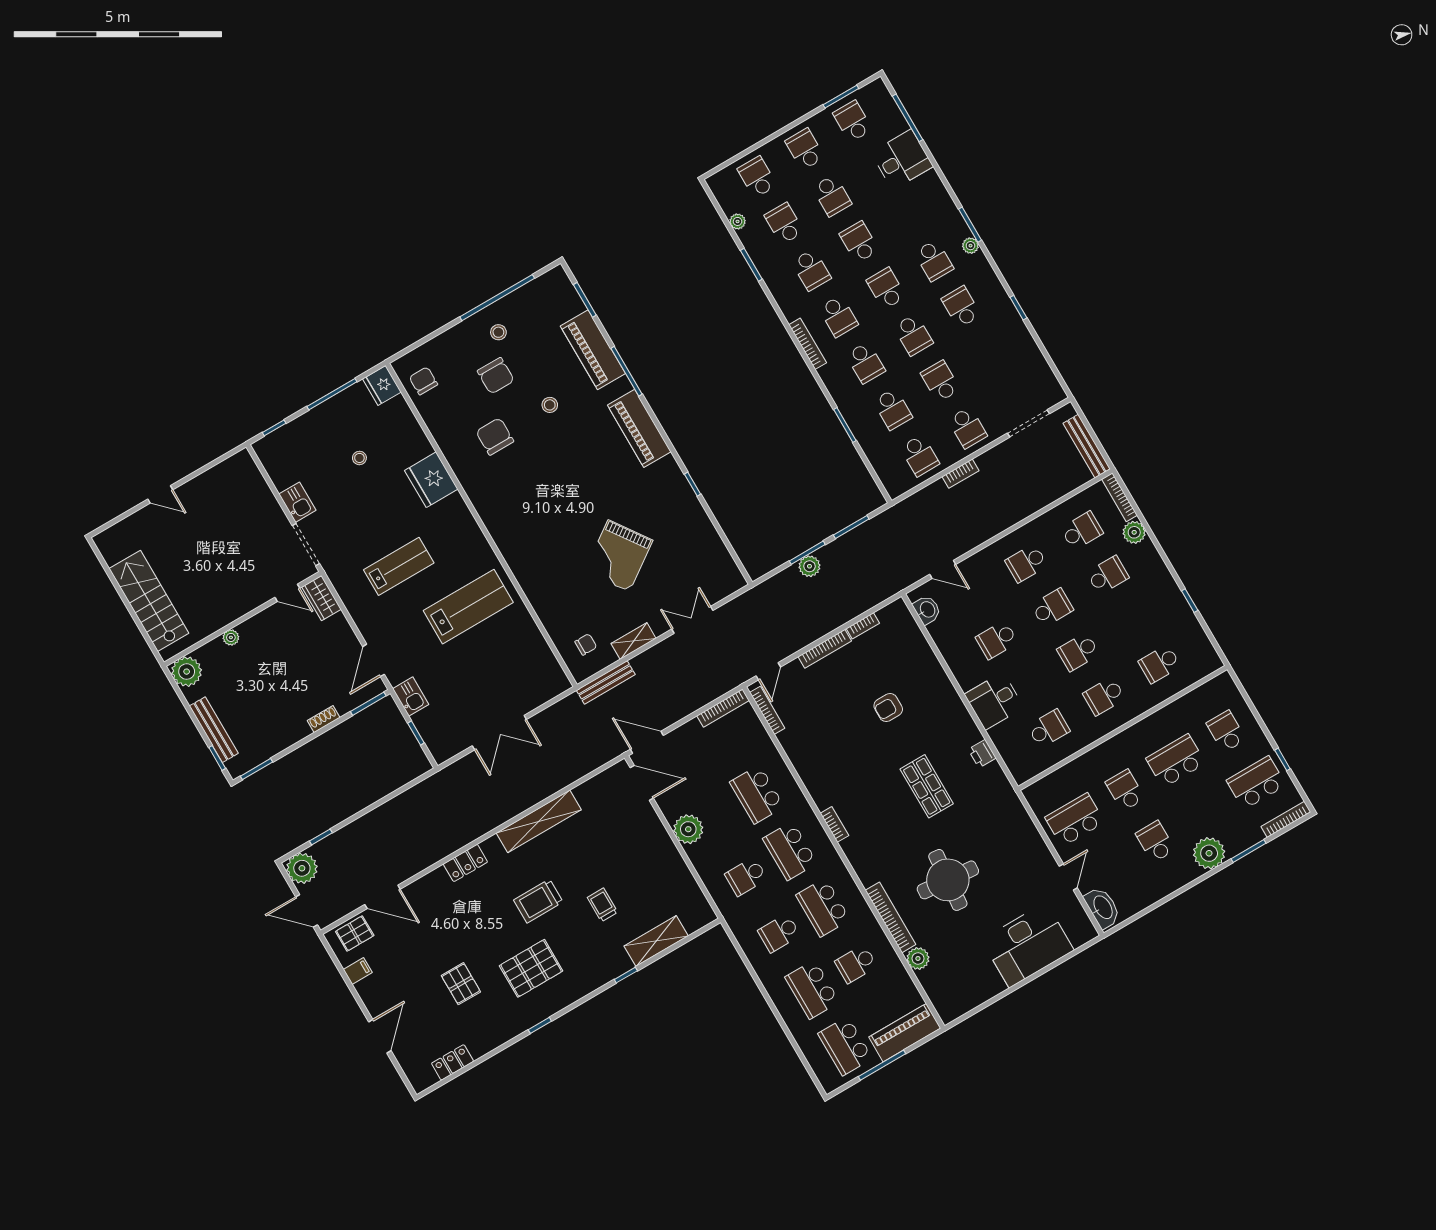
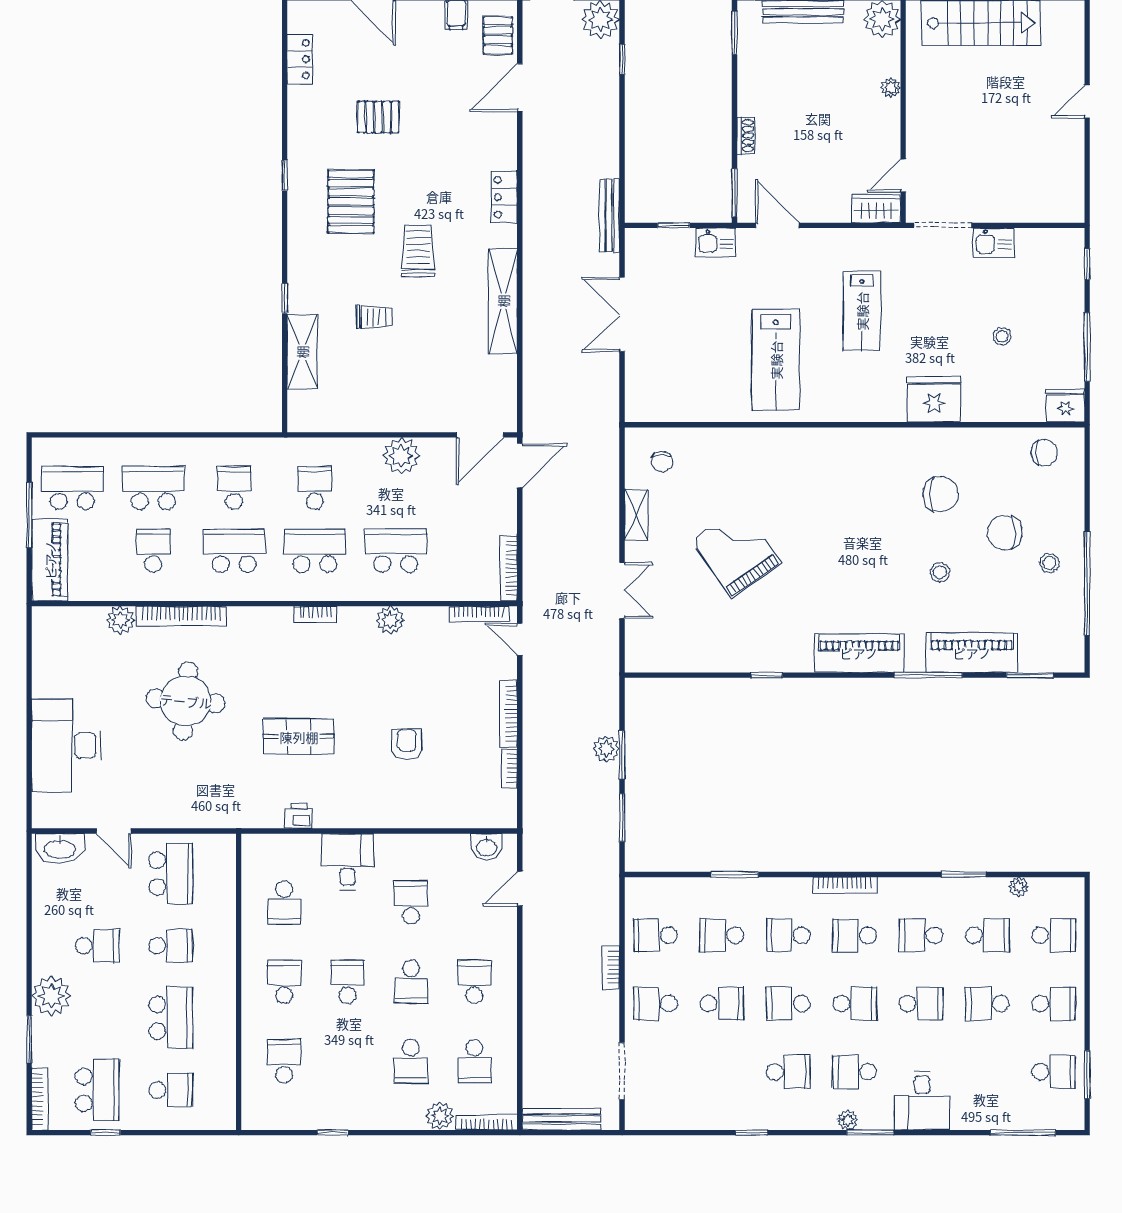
desk: (902, 159) -> (922, 1101), moved
bench: (606, 682) -> (609, 215), moved
plant: (808, 770) -> (390, 620), added

